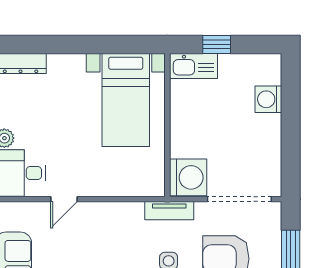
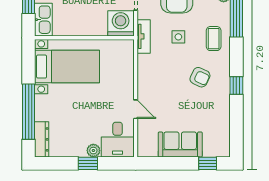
window: (61, 44) -> (29, 112), added

